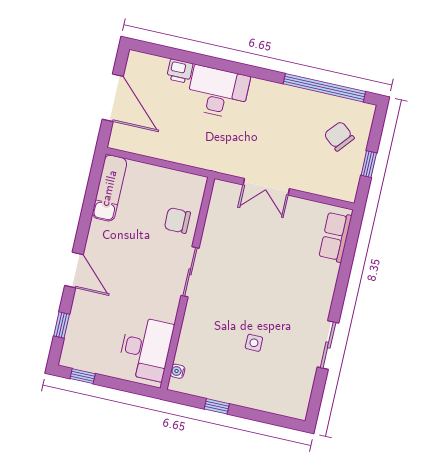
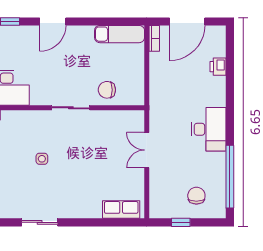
desk: (218, 92) -> (209, 129), moved
chair: (339, 136) -> (196, 196), turned -40
bookcase: (125, 145) -> (154, 38), added
chair: (177, 220) -> (107, 90), turned -90
side table: (254, 343) -> (42, 159), moved

